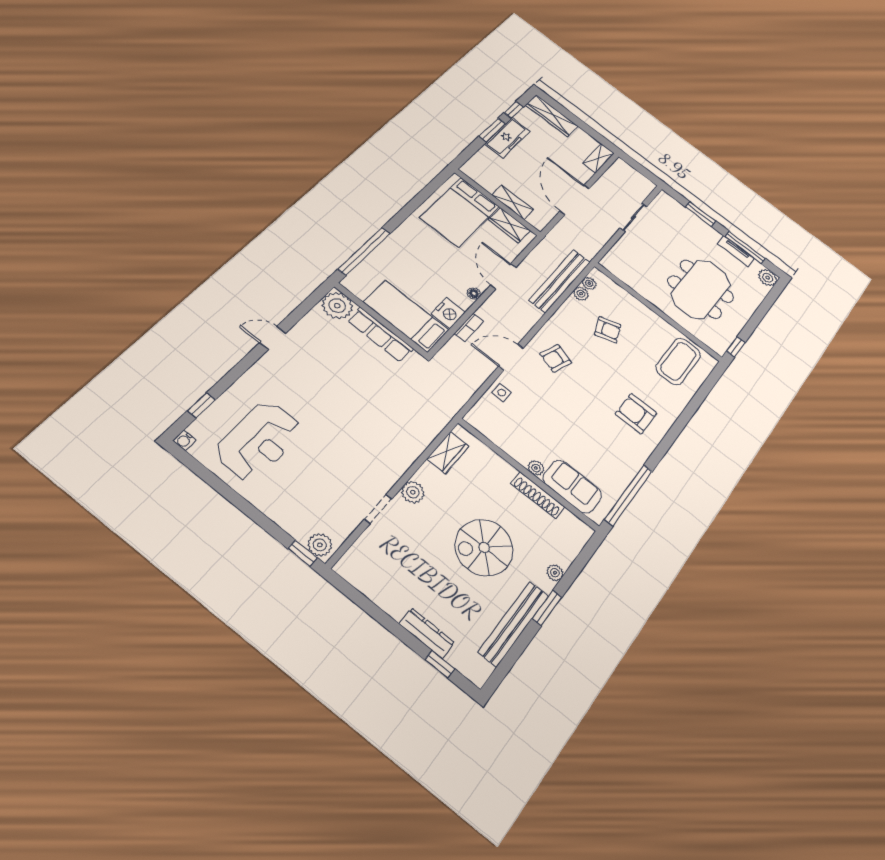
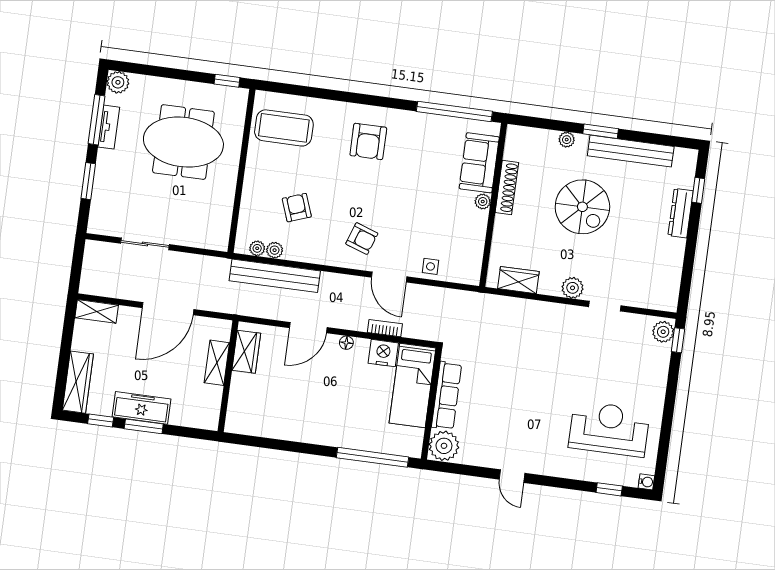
bed: (460, 212) -> (266, 403), removed

